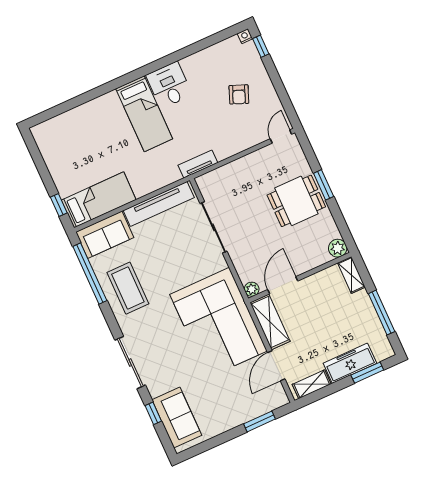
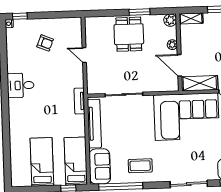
bed: (144, 114) -> (42, 162), moved, turned -90
door: (281, 136) -> (84, 55), moved
tv unit: (198, 164) -> (79, 101), moved
window: (324, 185) -> (140, 12), moved
coffee table: (128, 288) -> (140, 166), width x0.73, depth x0.76
plant: (252, 289) -> (172, 45), moved

